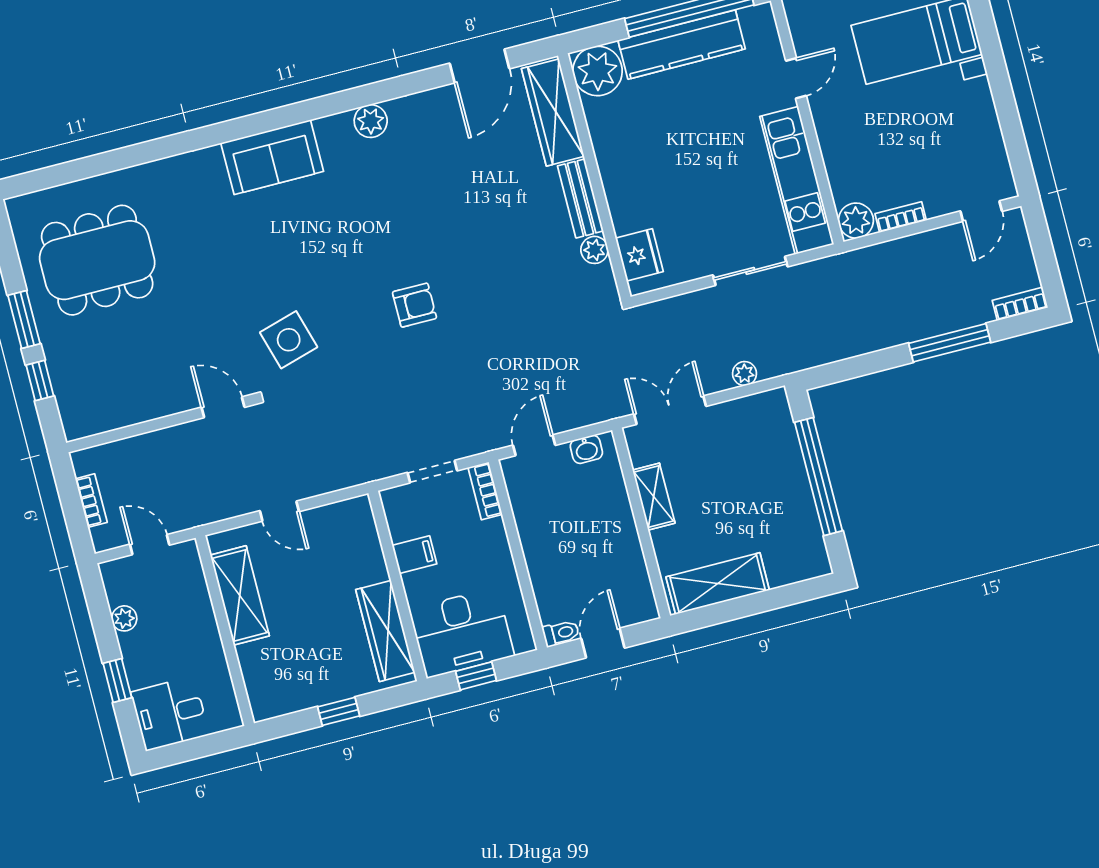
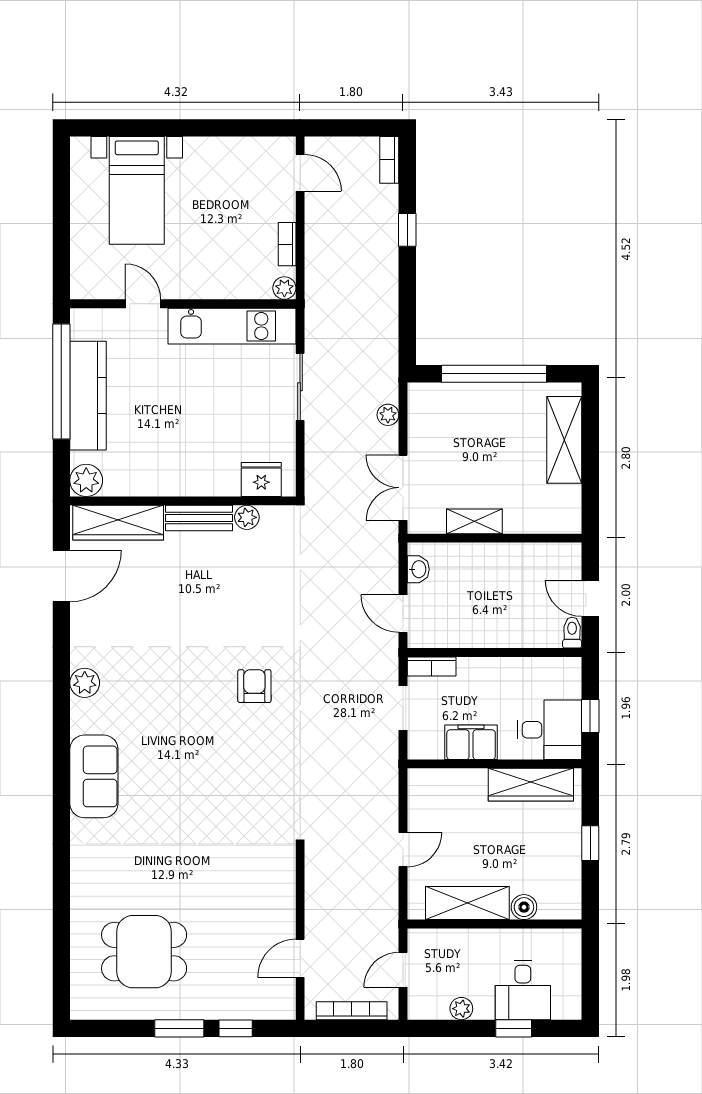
door: (480, 66) -> (61, 576), hinge flipped
plant: (598, 71) -> (86, 480), width x0.73, depth x0.73
plant: (856, 221) -> (284, 288), width x0.73, depth x0.73
dining table: (97, 260) -> (144, 952), width x0.73
side table: (289, 340) -> (256, 803), removed
window: (950, 343) -> (407, 230), width x0.46
door: (223, 407) -> (300, 958), moved
bookcase: (91, 501) -> (352, 1011), width x1.56
filing cabinet: (414, 555) -> (471, 742), width x2.00
shelving: (718, 583) -> (564, 440), moved
desk: (462, 633) -> (549, 730), width x0.73
boiler: (251, 658) -> (524, 907), added
desk: (170, 713) -> (523, 990), moved

